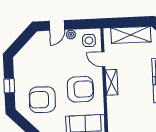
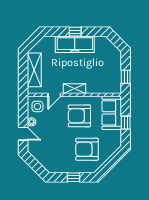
armchair: (80, 89) -> (79, 116), turned -90
armchair: (42, 100) -> (87, 149), turned 89

